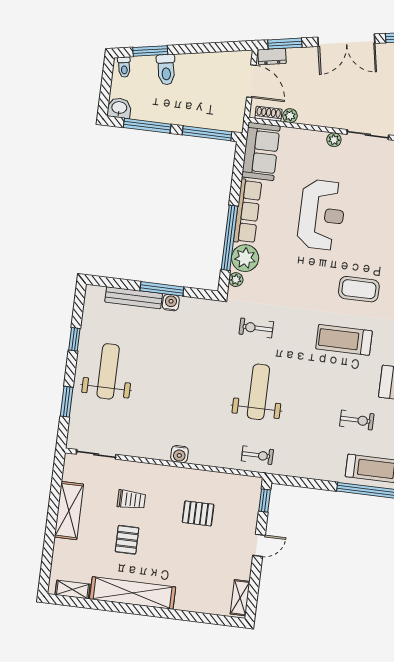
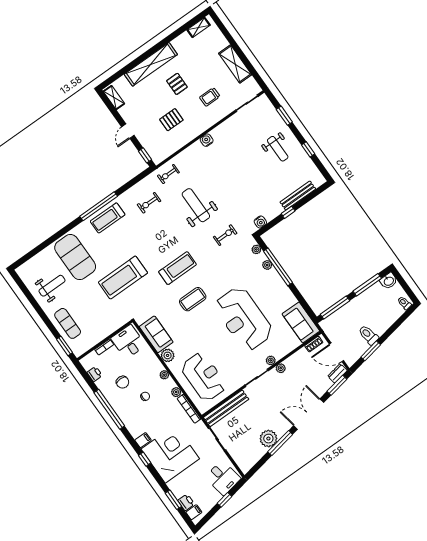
window: (150, 51) -> (371, 351), moved
toilet: (166, 70) -> (368, 335), moved
plant: (290, 116) -> (281, 368), moved
row of seats: (248, 211) -> (281, 288), removed
reception desk: (322, 215) -> (243, 319), width x1.36, depth x1.30
plant: (245, 258) -> (267, 265), width x0.53, depth x0.53
window: (162, 289) -> (288, 212), width x0.46
water cooler: (171, 303) -> (260, 222), moved
weight bench: (108, 371) -> (278, 149), width x0.73, depth x0.75
weight bench: (258, 392) -> (196, 205), turned 180
exercise bike: (357, 420) -> (149, 203), moved
pallet: (127, 540) -> (177, 84), moved
shelving: (133, 593) -> (151, 64), moved

